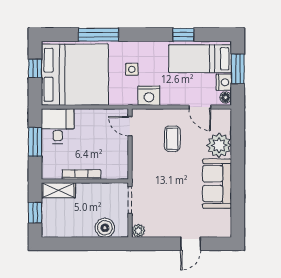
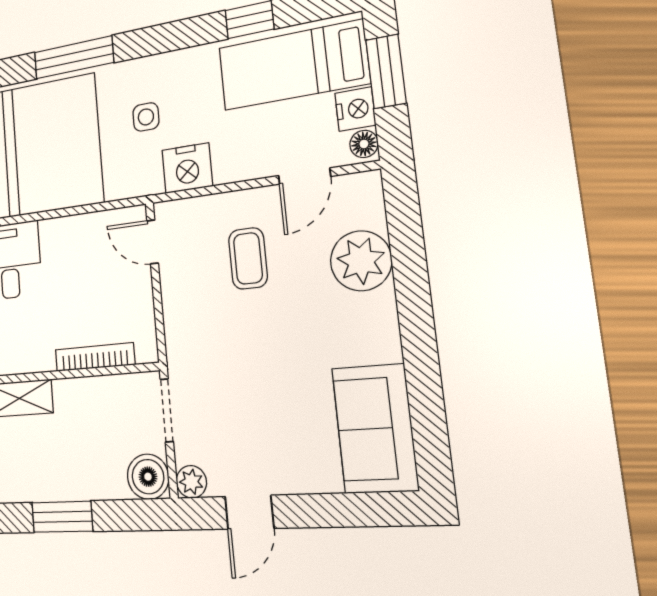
door: (200, 107) -> (304, 176), hinge flipped
bookcase: (81, 175) -> (95, 357), moved
sofa: (217, 184) -> (375, 429), moved
boiler: (105, 228) -> (148, 477), moved
window: (76, 244) -> (62, 517), added
door: (191, 244) -> (249, 512), moved

